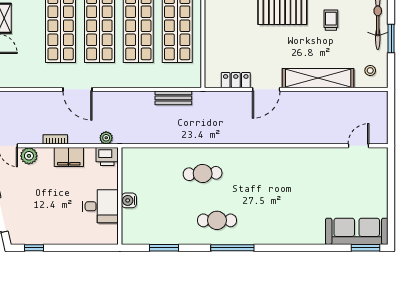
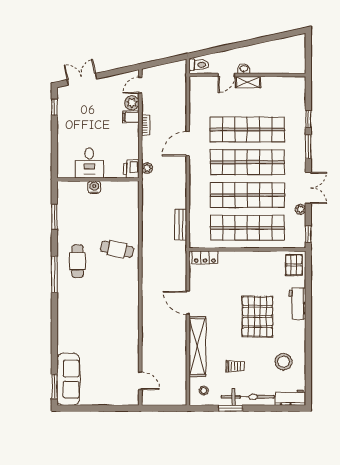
trolley: (331, 20) -> (235, 366), moved
locker: (236, 80) -> (205, 257), moved, turned 90
filing cabinet: (69, 157) -> (131, 117), moved, width x0.50
cafe table: (203, 173) -> (117, 249), turned -75

